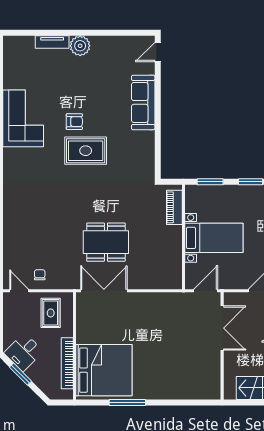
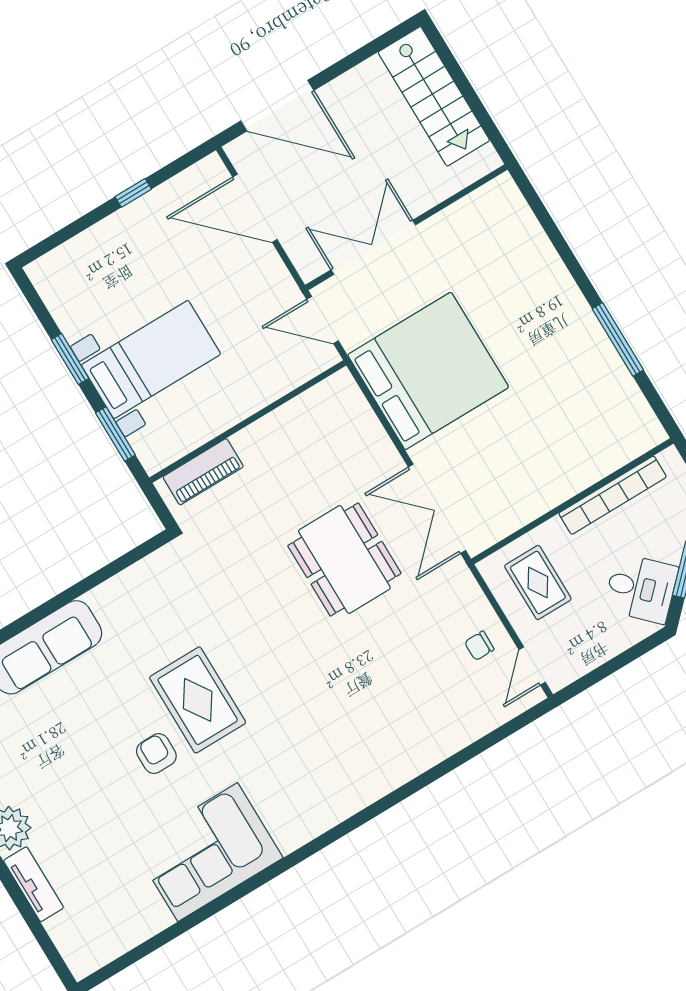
bed with nightstands: (214, 238) -> (151, 359), moved, turned 90
rug: (51, 313) -> (538, 582), turned 90
bed: (104, 370) -> (428, 371), moved, turned 90

